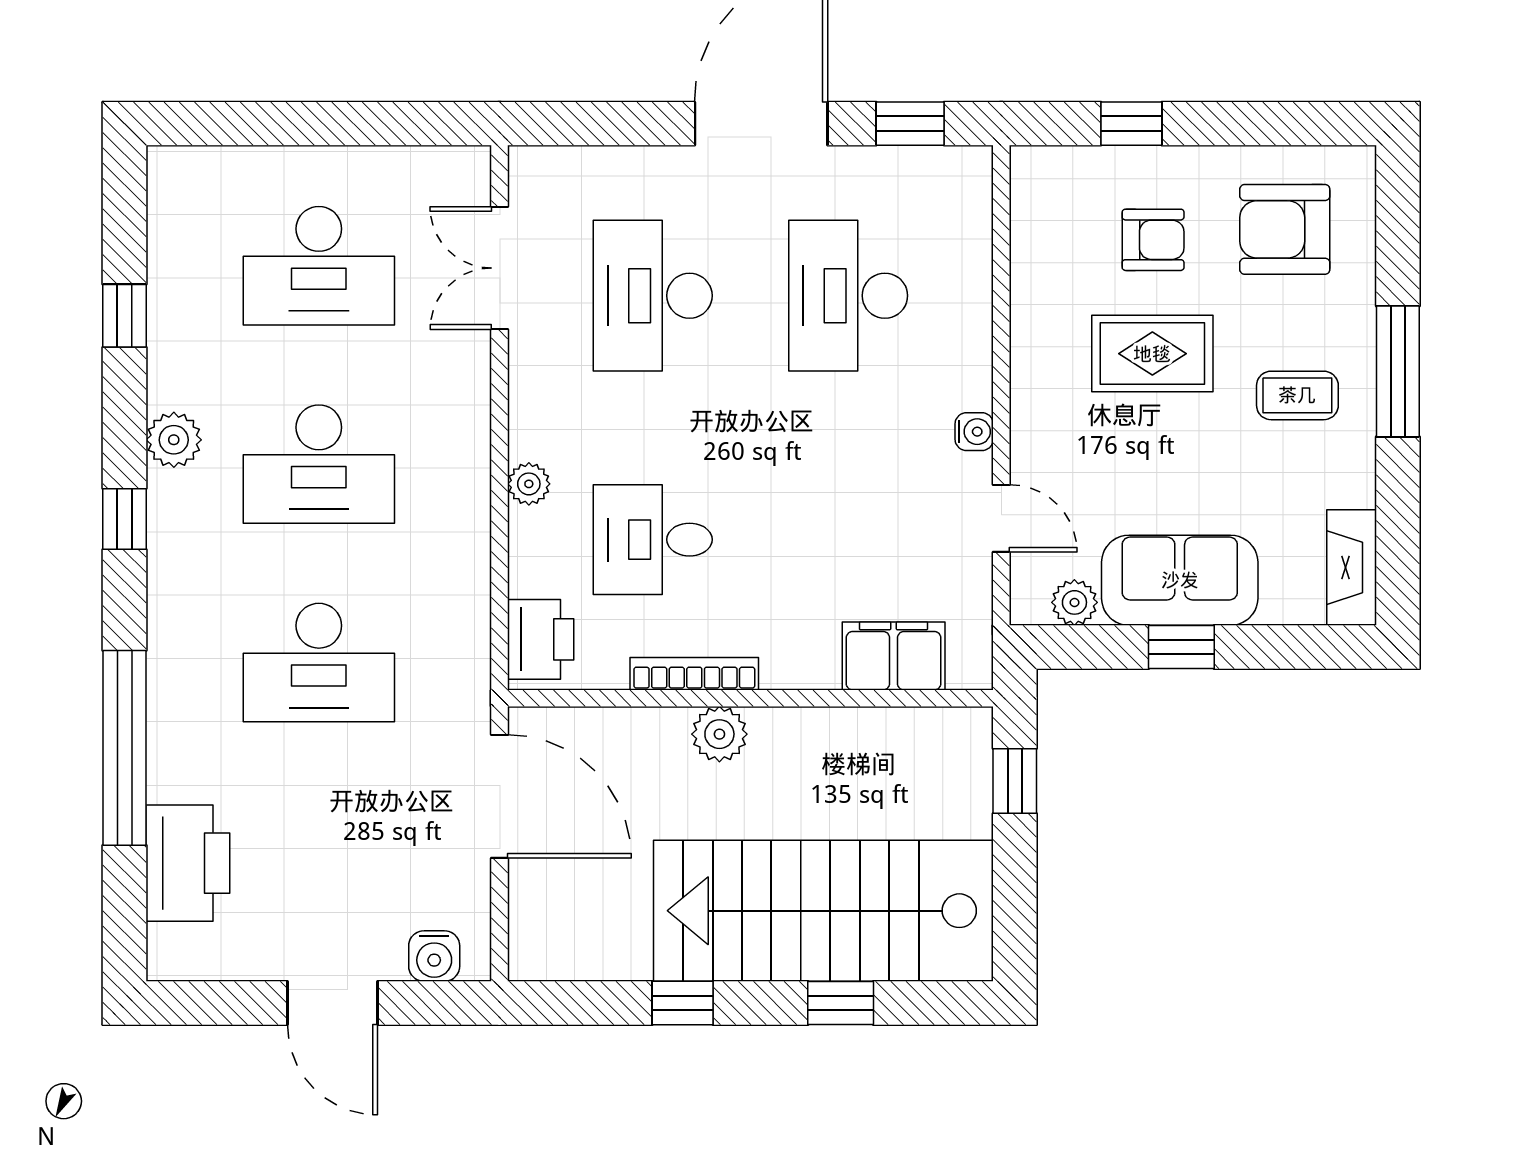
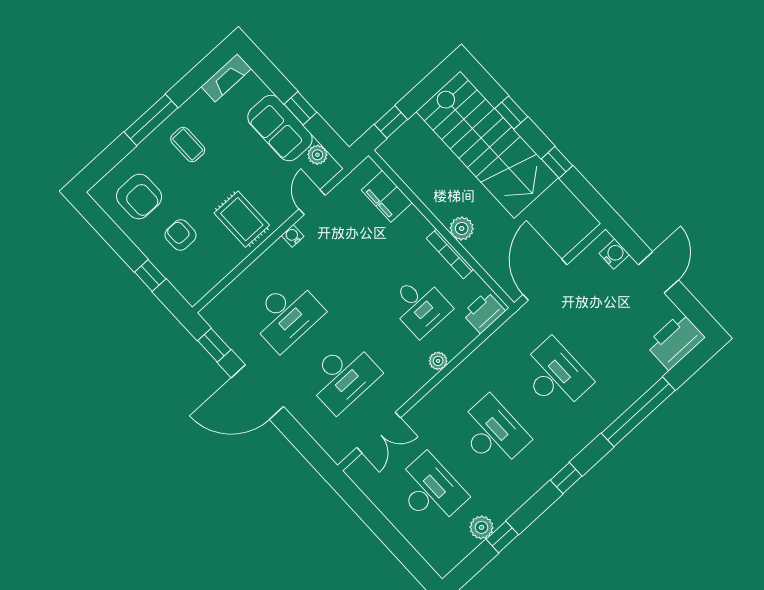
rug: (1152, 354) -> (242, 219), moved
plant: (174, 440) -> (481, 527), moved
printer: (188, 863) -> (675, 341), moved

